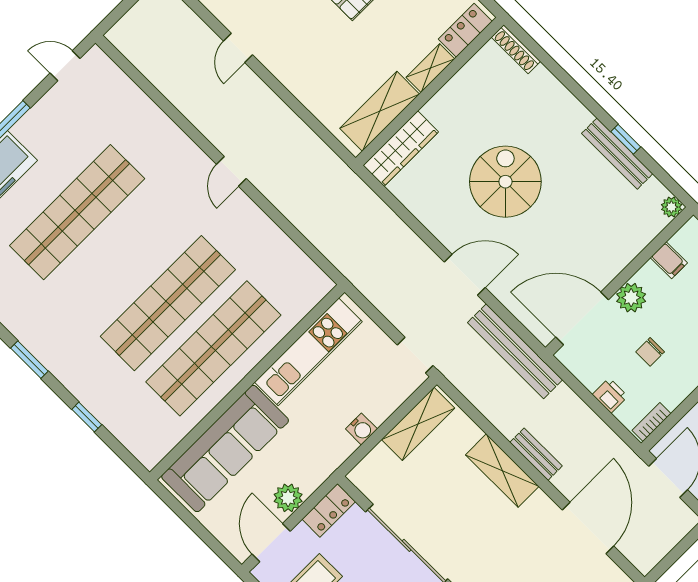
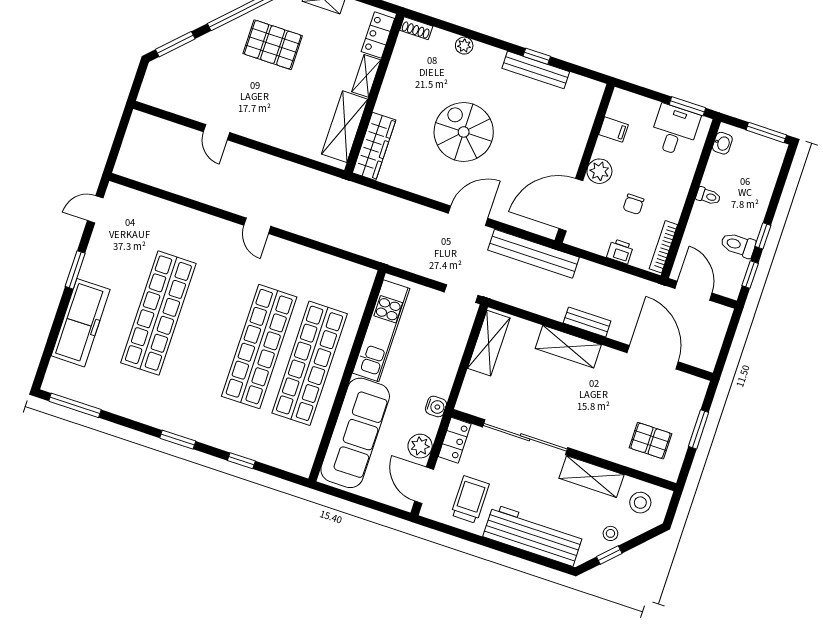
shoe rack: (516, 49) -> (416, 28), width x0.70
plant: (671, 207) -> (464, 46), moved
bookcase: (652, 422) -> (663, 247), width x1.56
water cooler: (361, 429) -> (436, 407), moved

